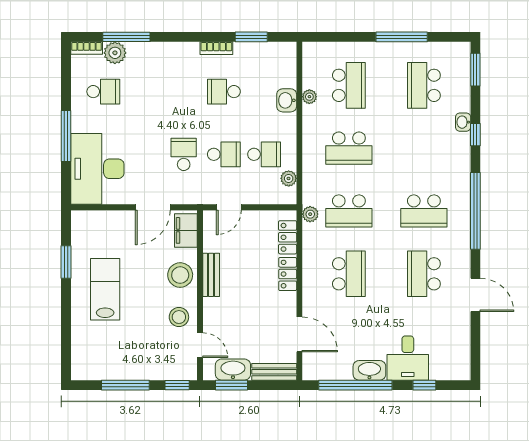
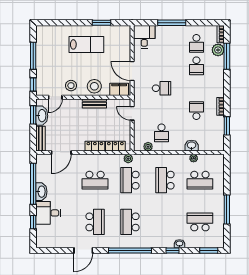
school desk: (224, 154) -> (196, 66), moved
desk: (97, 169) -> (144, 37), width x0.53, depth x0.77
school desk: (424, 274) -> (95, 222), turned 90

